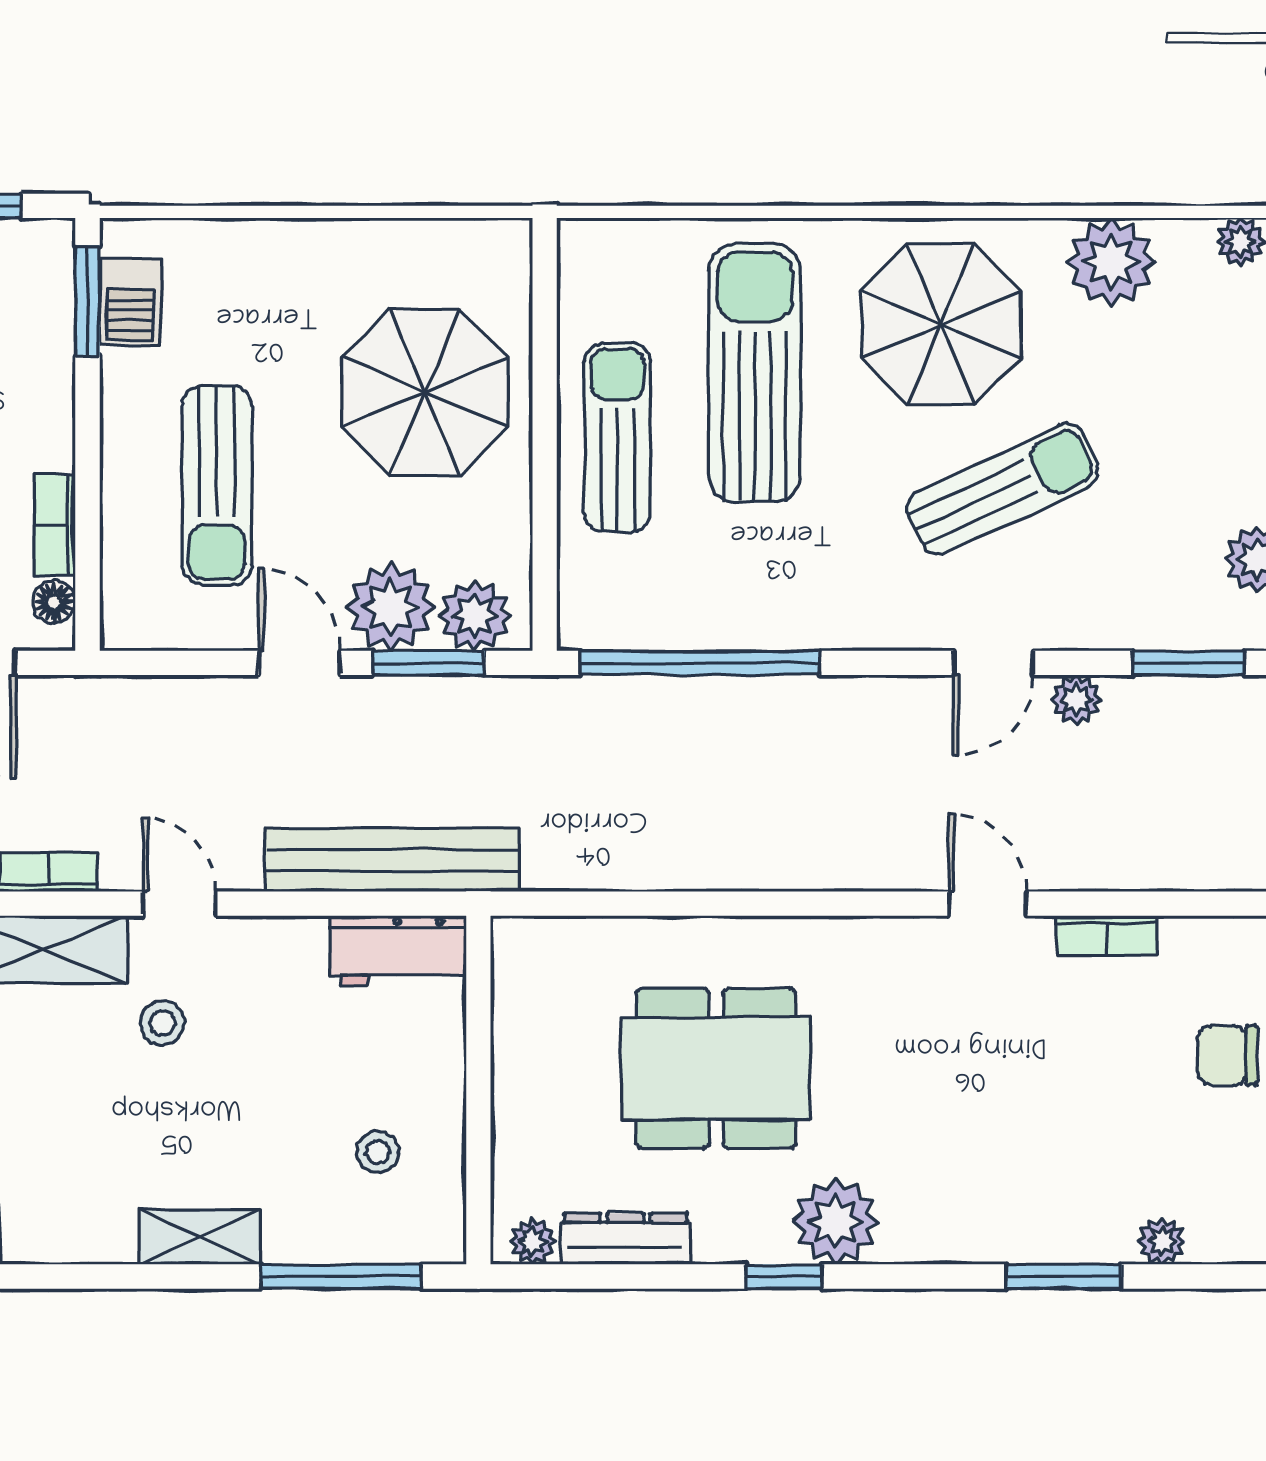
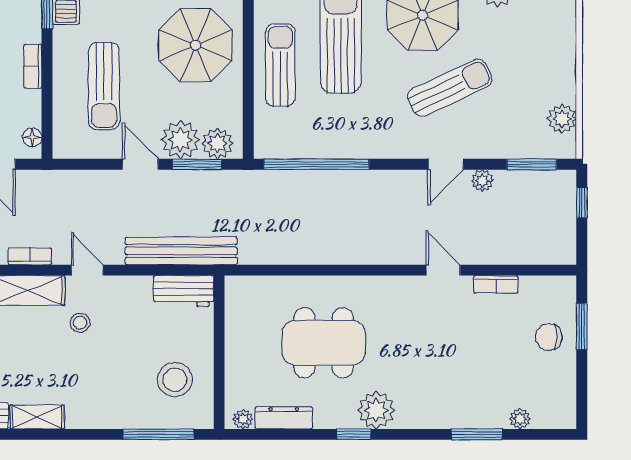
bookcase: (55, 525) -> (33, 66), moved
stool: (378, 1152) -> (175, 380), width x1.89, depth x1.89
shelving: (199, 1237) -> (37, 417), moved

